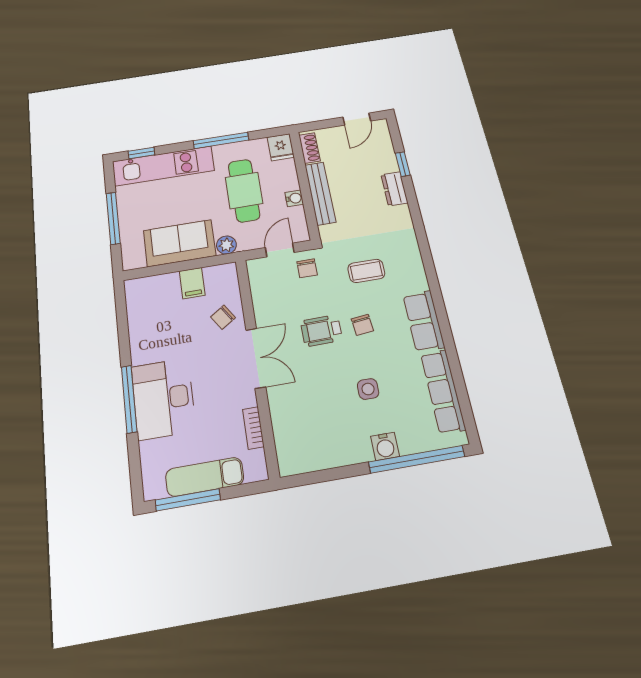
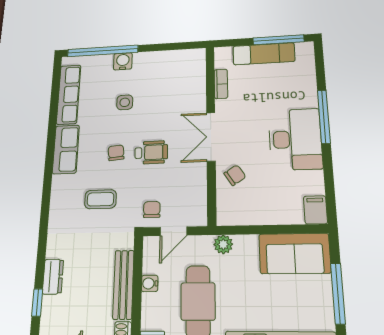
sofa: (180, 243) -> (294, 253), moved
filing cabinet: (192, 283) -> (315, 210), moved
desk: (163, 399) -> (295, 139), moved

